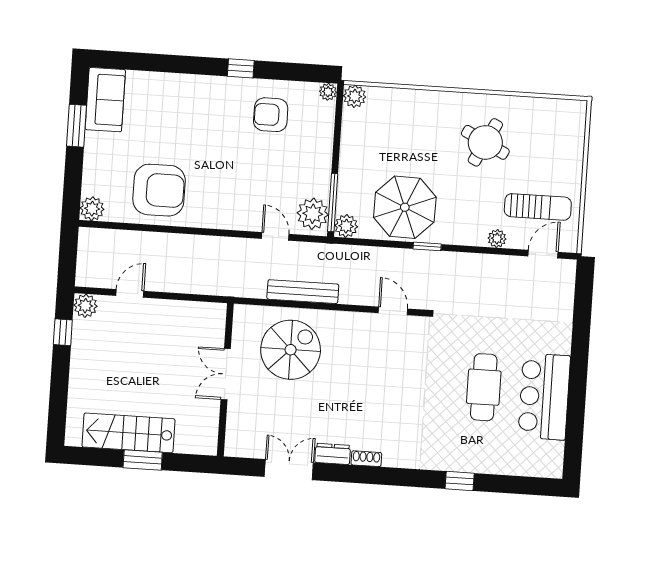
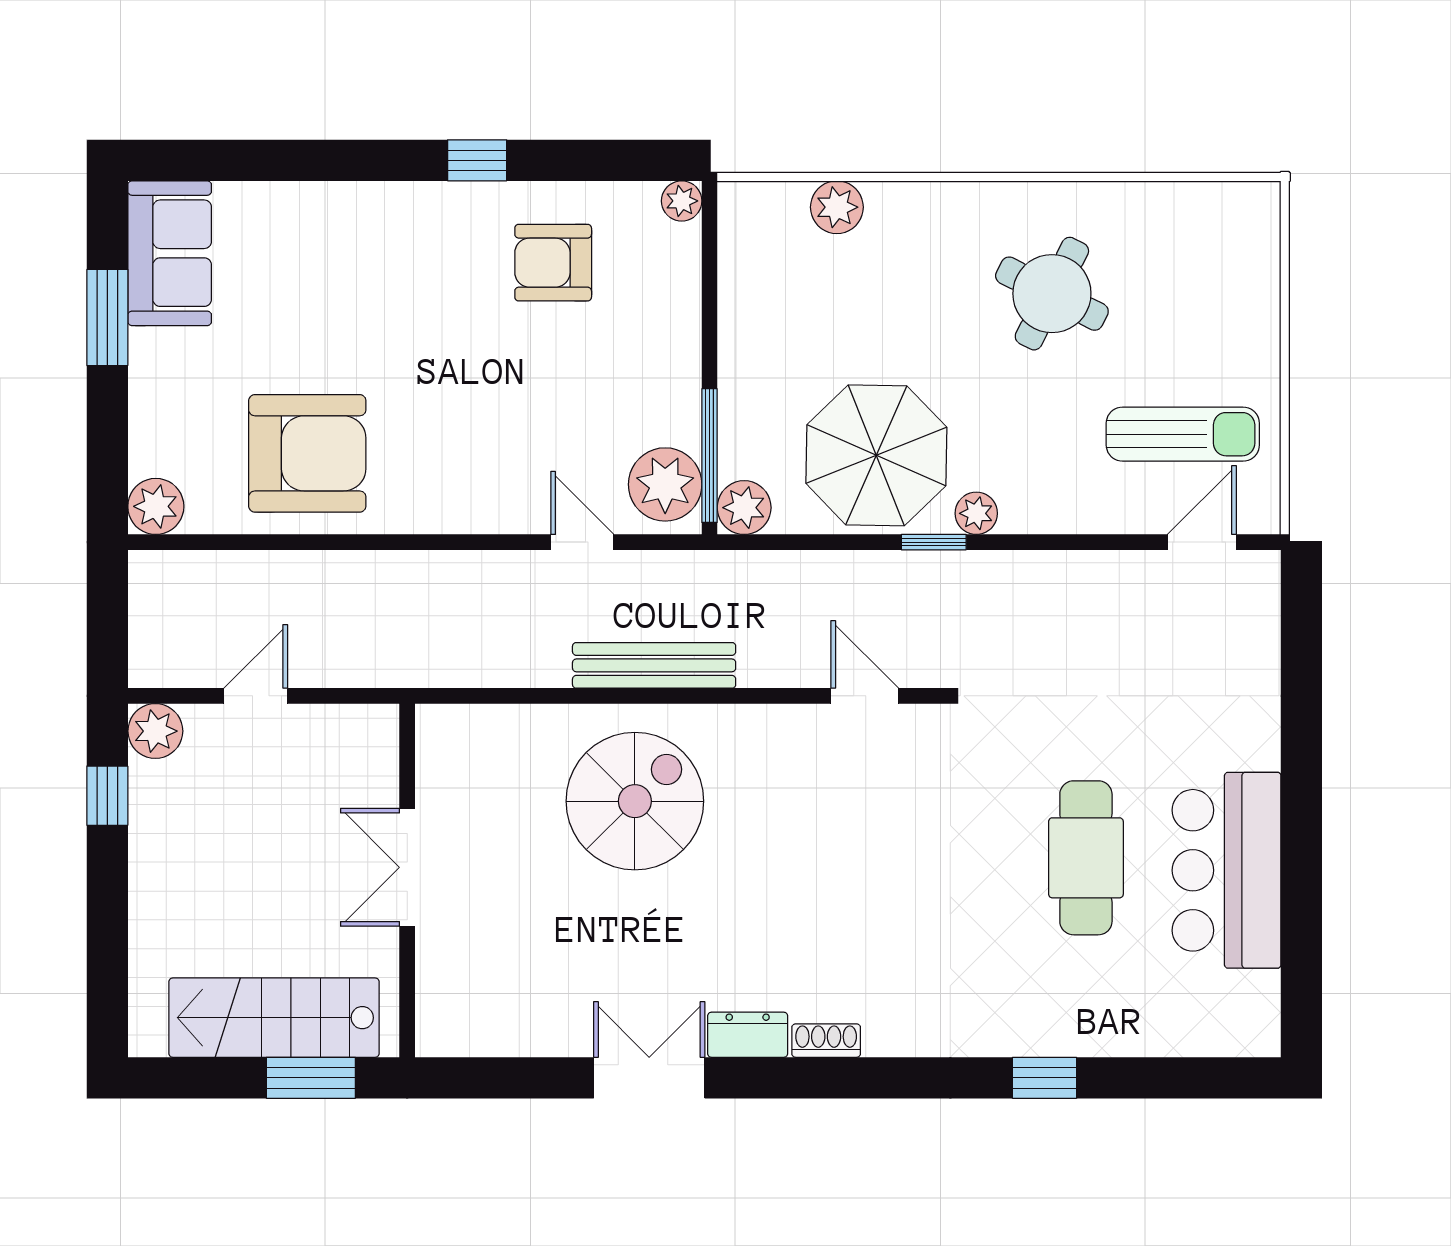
plant: (355, 96) -> (837, 207), moved
plant: (497, 239) -> (976, 513), moved
double door: (226, 374) -> (407, 867), moved
wall: (225, 380) -> (407, 880), moved

